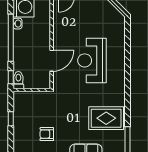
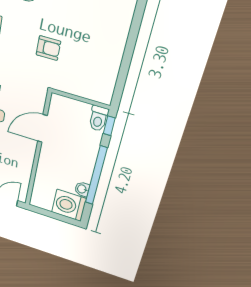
window: (11, 119) -> (124, 68), removed
armchair: (47, 134) -> (48, 48), moved

